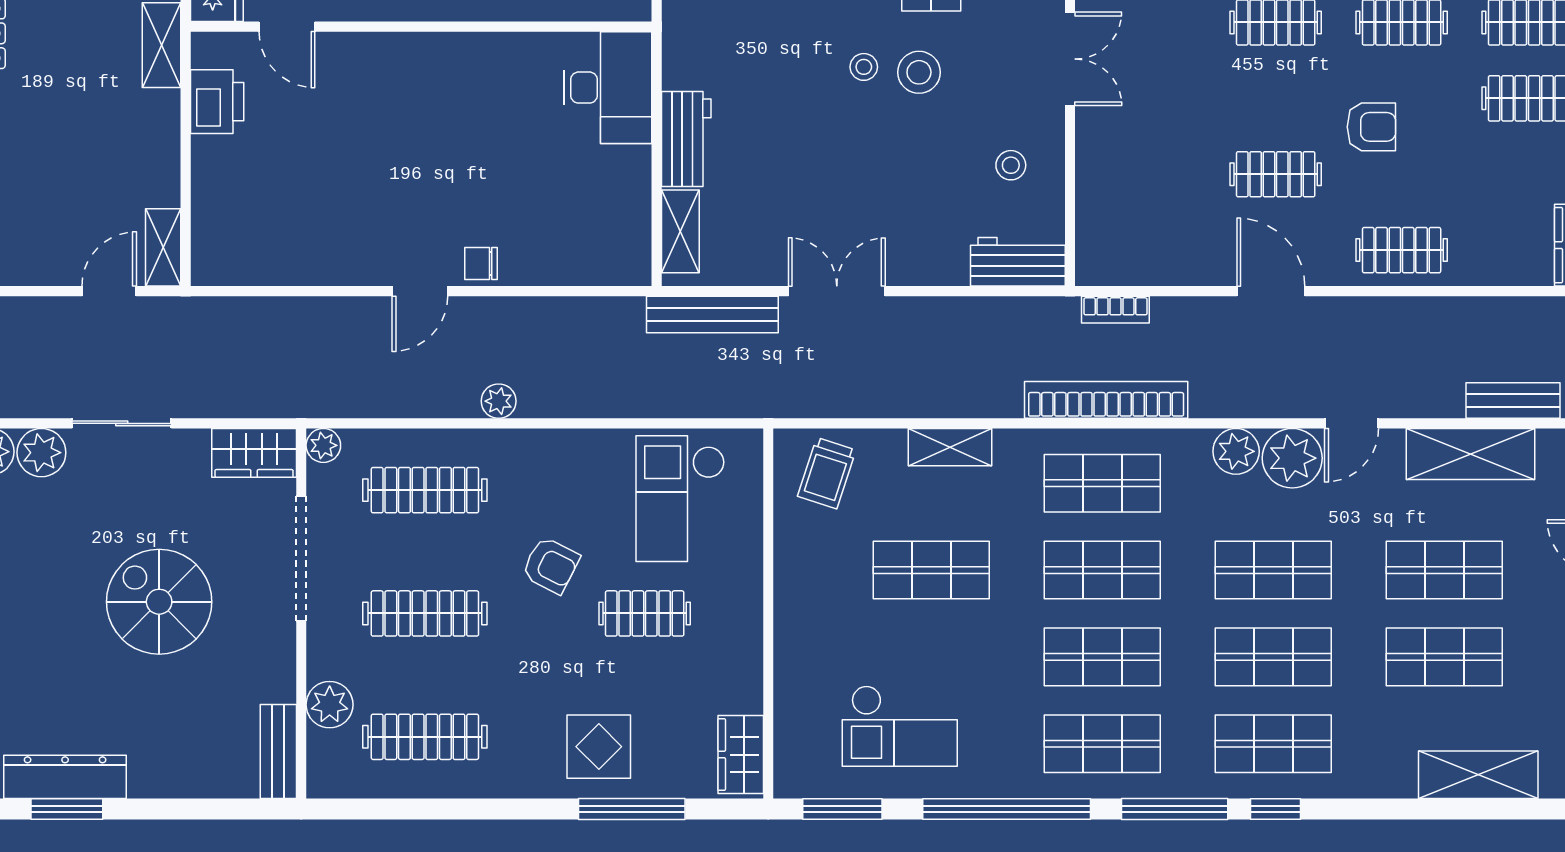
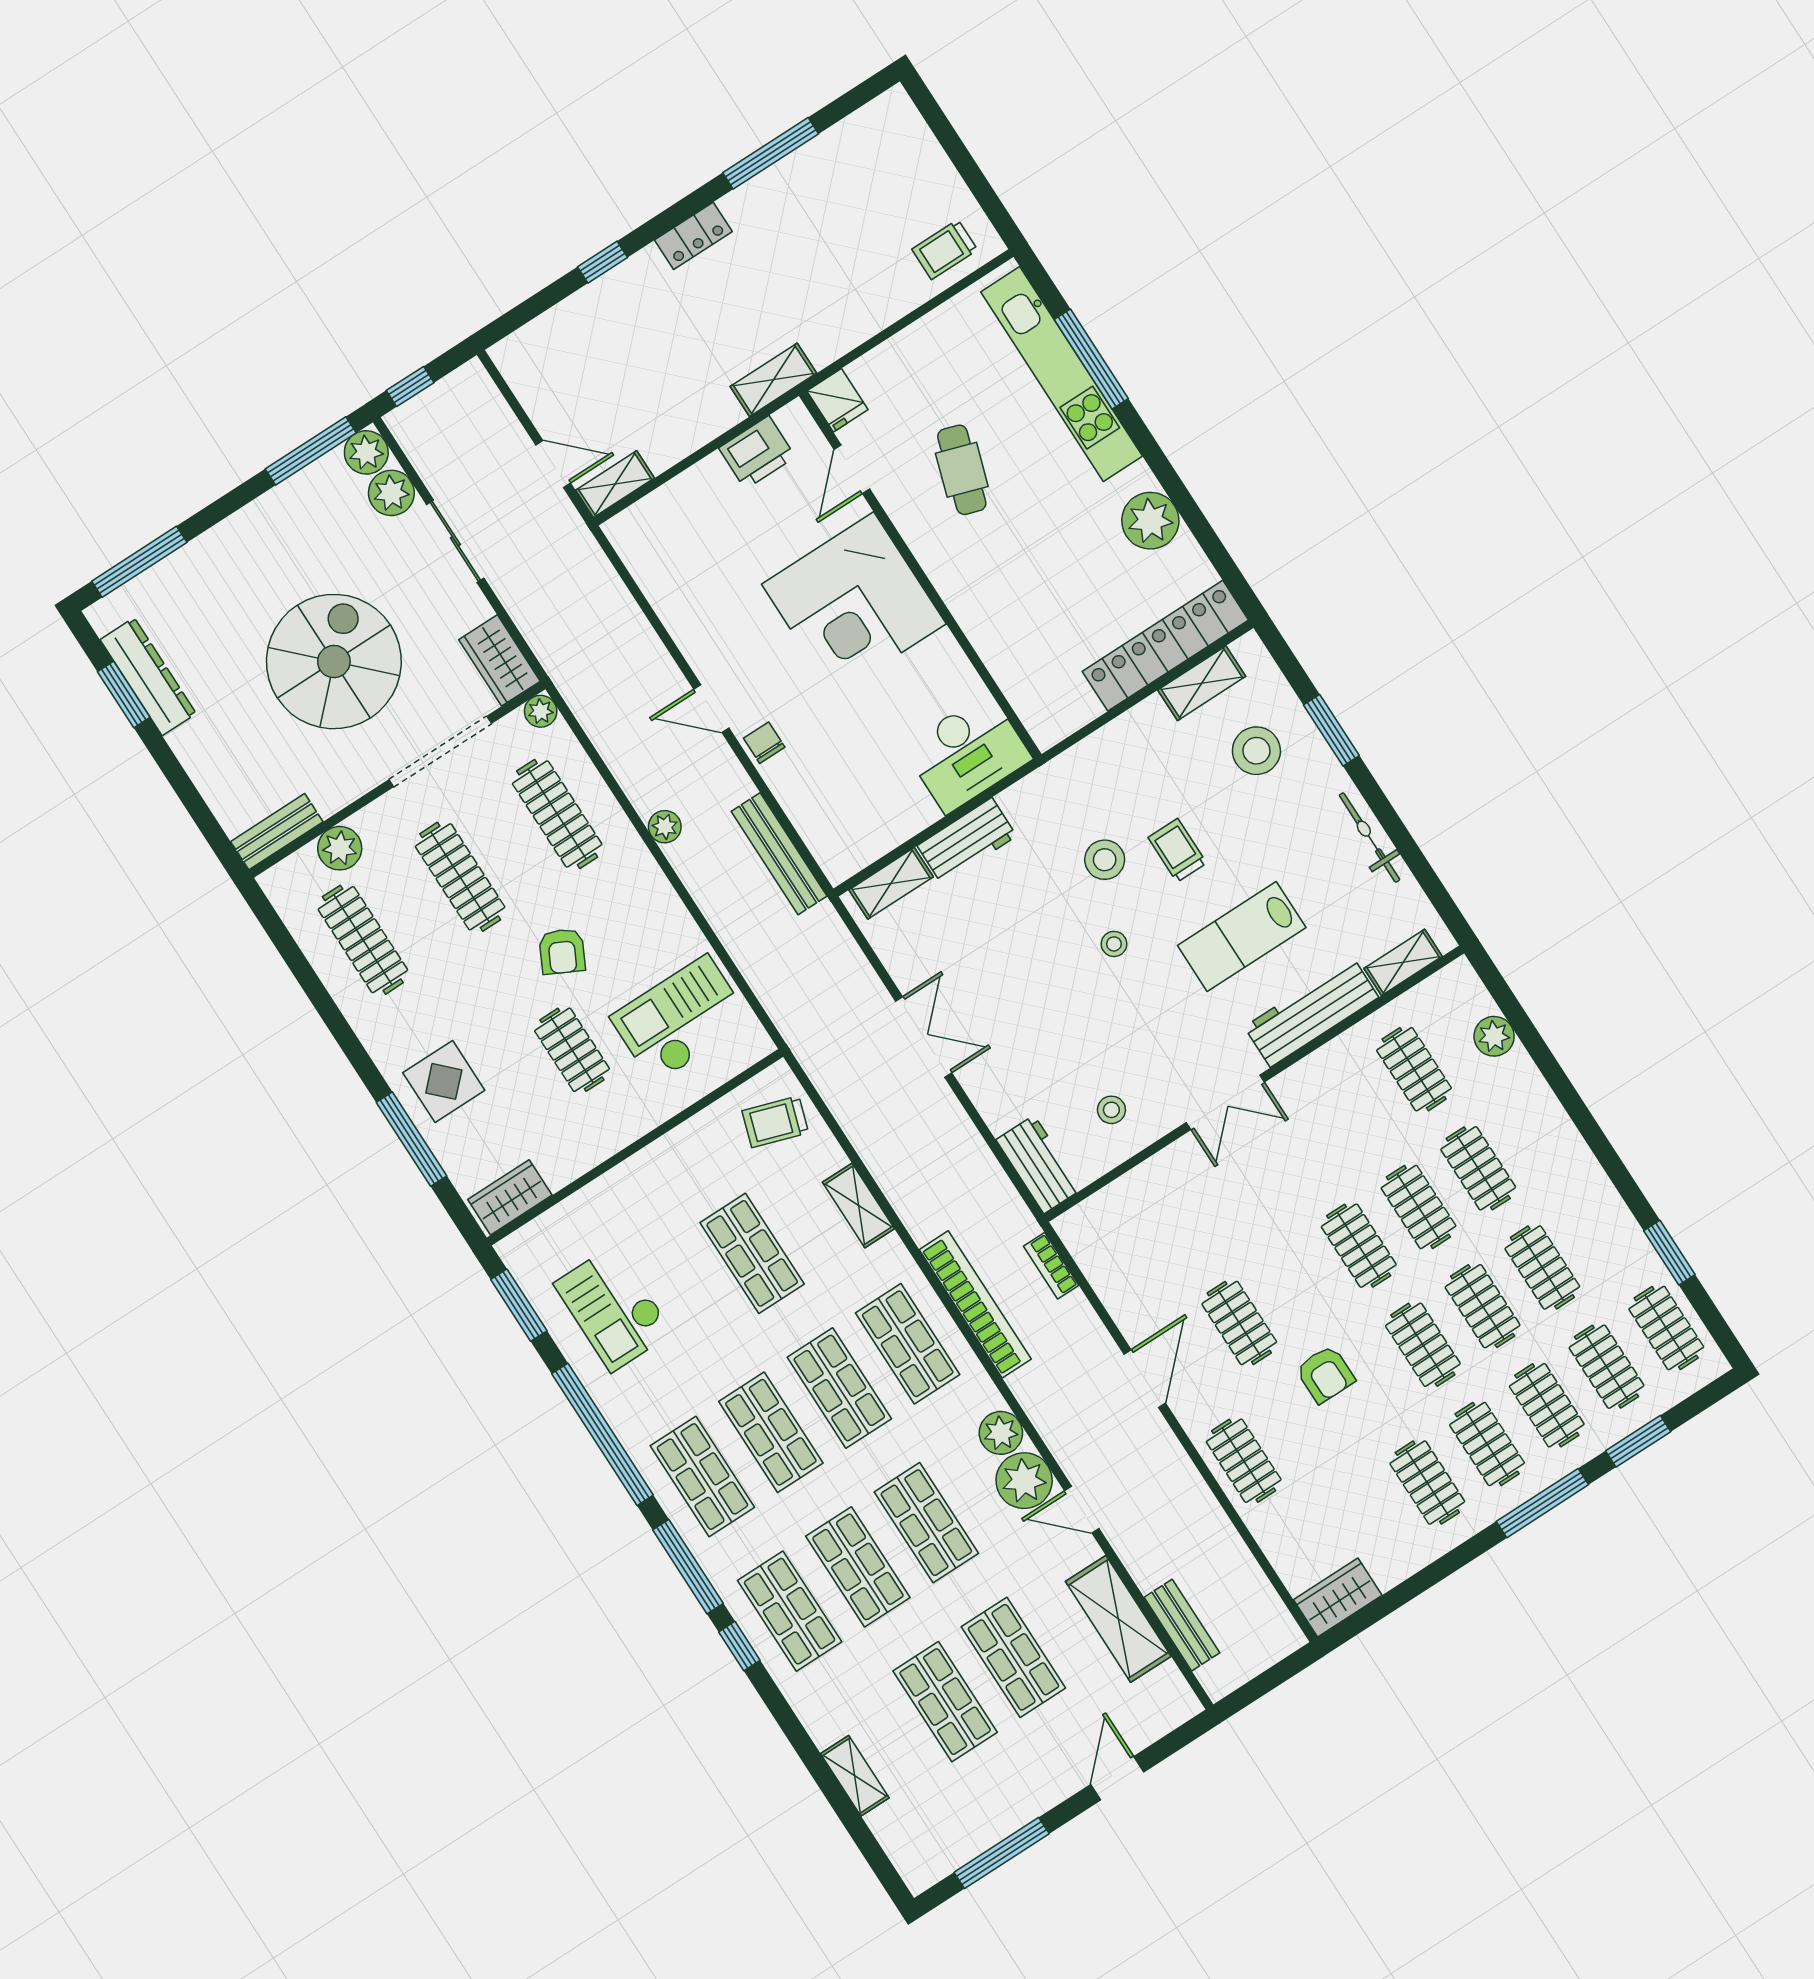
stool: (919, 72) -> (1105, 860), moved
corner desk: (409, 103) -> (854, 604), added
bench: (712, 315) -> (779, 854), moved
spiral stairs: (159, 602) -> (334, 662), width x1.37, depth x1.37
shelving: (1478, 775) -> (855, 1776), width x0.67, depth x0.75

